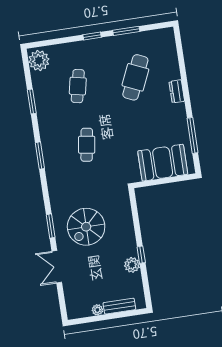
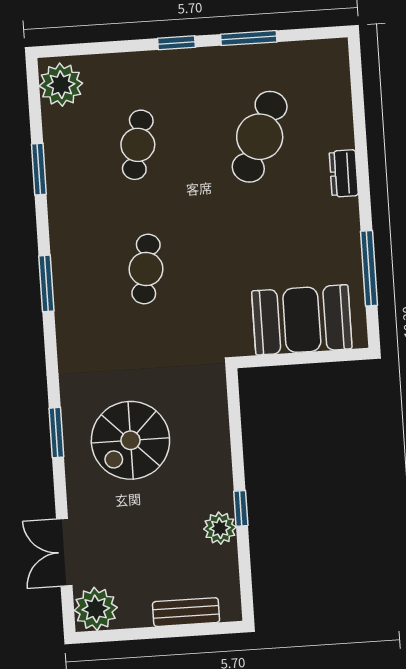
double door: (57, 267) -> (64, 552), moved
plant: (97, 310) -> (96, 609), moved, width x1.88, depth x1.88

